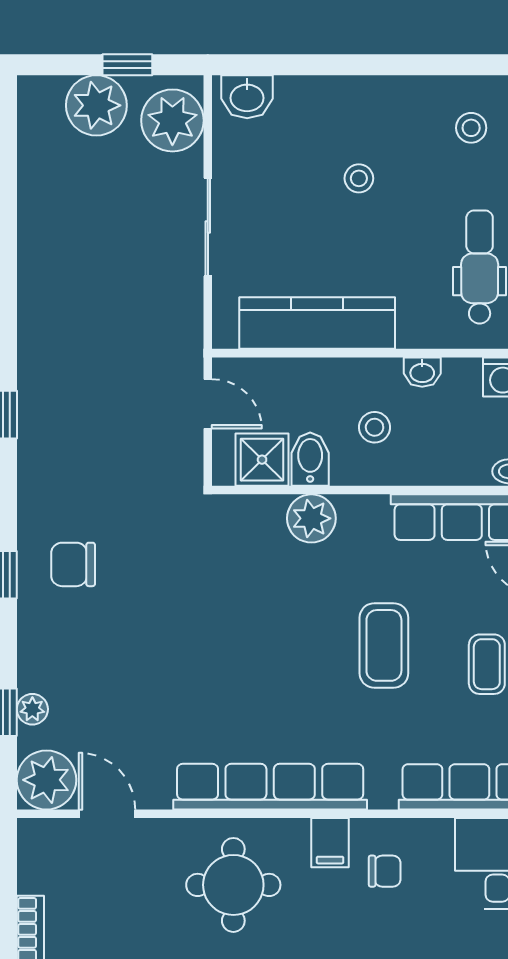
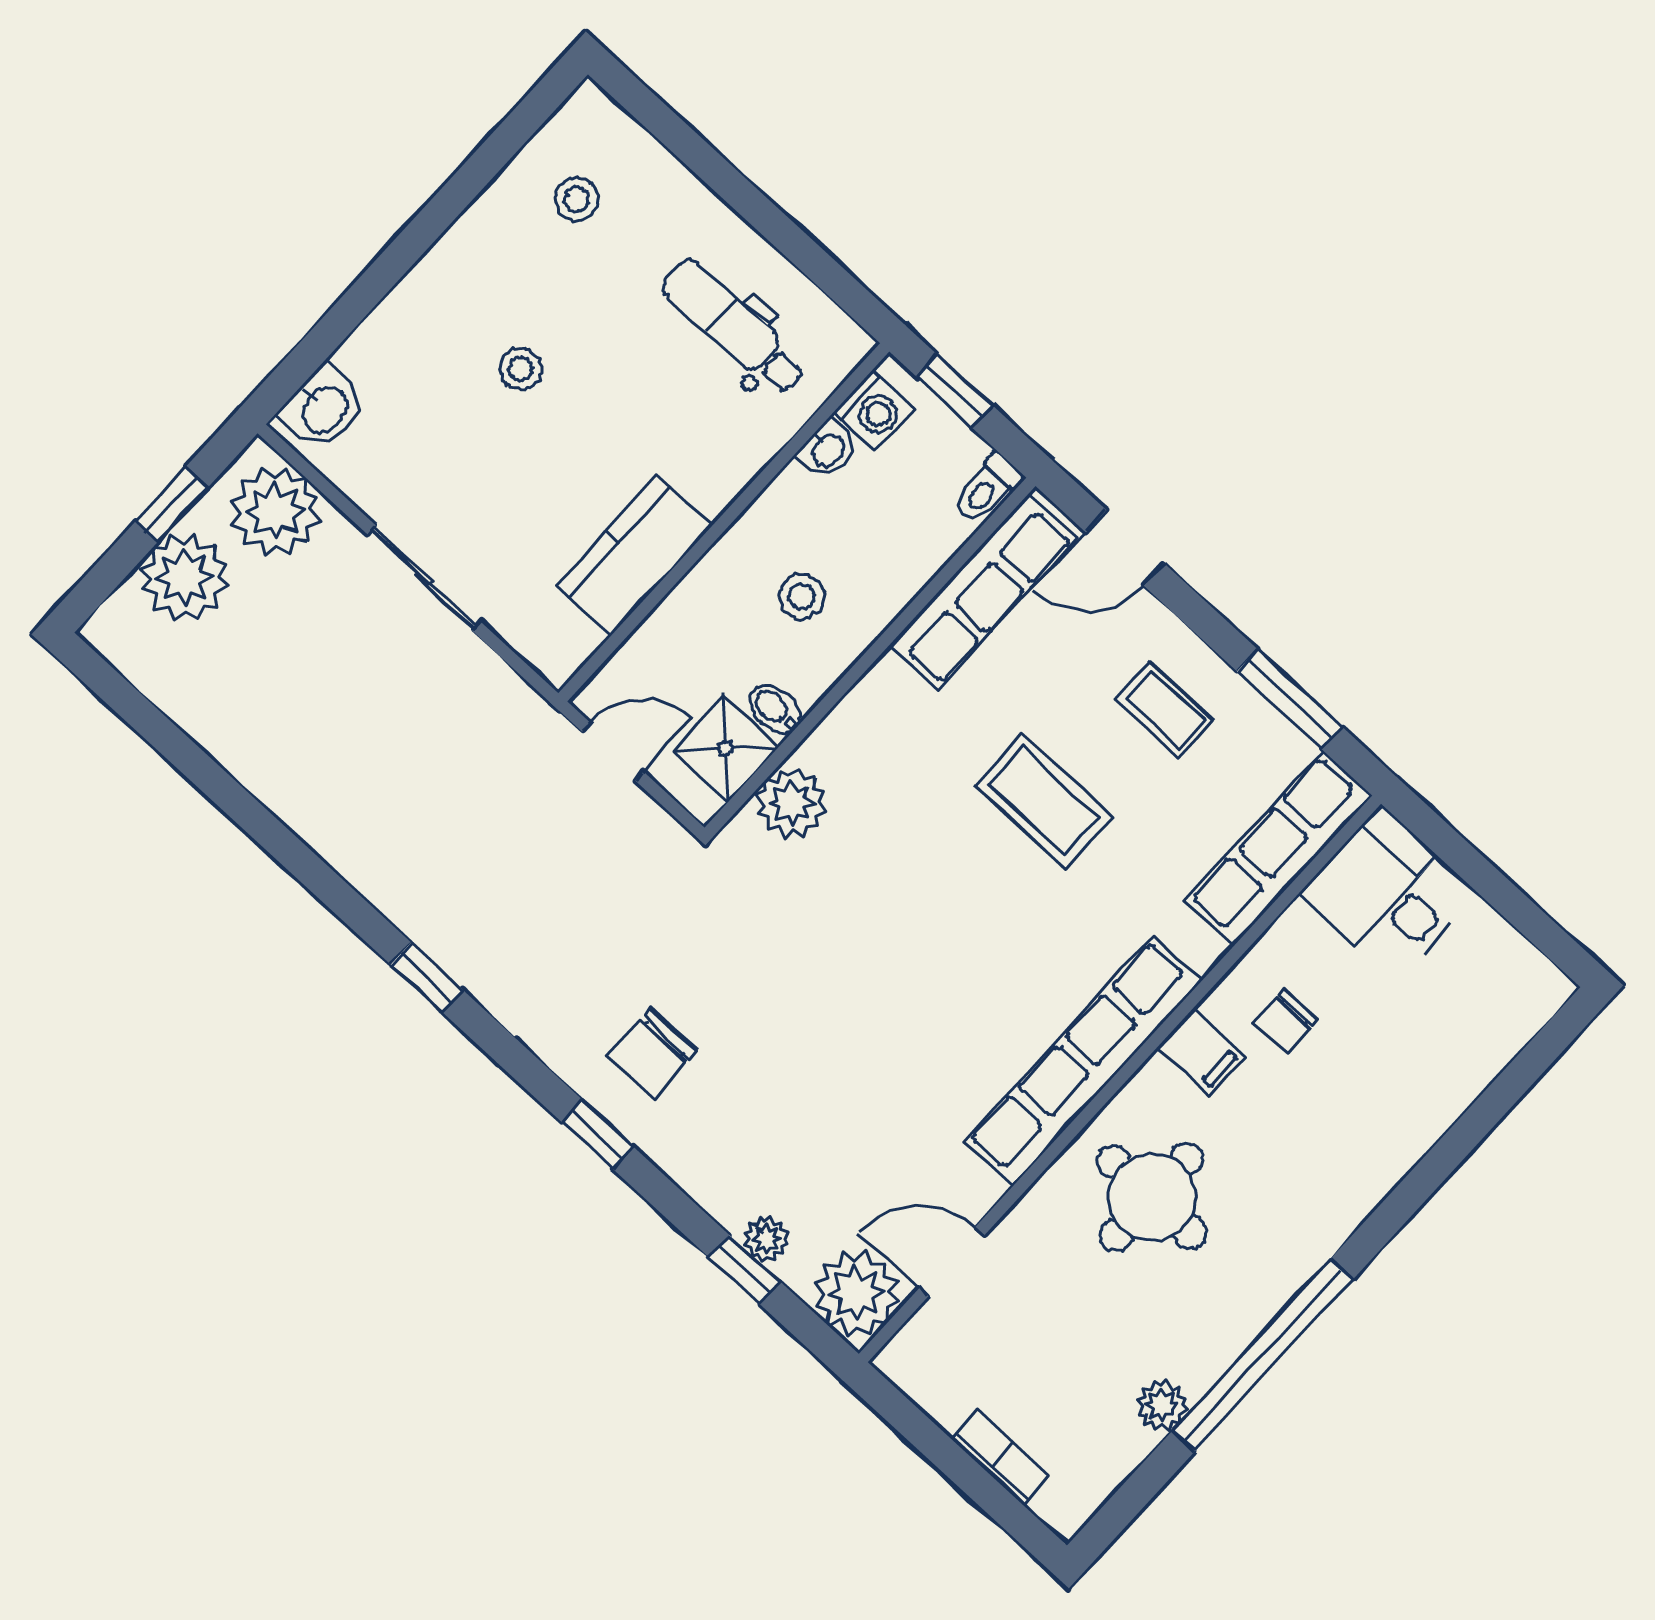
kitchen counter: (317, 323) -> (634, 556), width x0.67
washbasin: (422, 372) -> (828, 450), moved
bidet: (310, 459) -> (775, 709), width x0.72, depth x0.74
plant: (311, 518) -> (791, 803), moved
chair: (385, 871) -> (1286, 1022), turned 180

